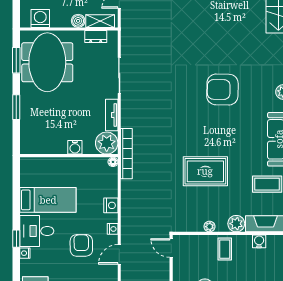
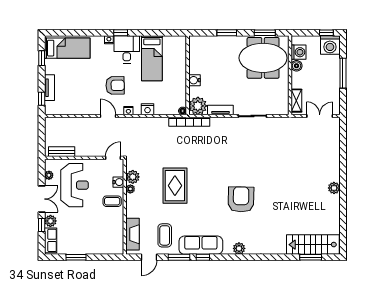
boiler: (78, 21) -> (297, 66), moved
dresser: (96, 36) -> (284, 97), removed
plant: (236, 224) -> (133, 177), moved
water cooler: (259, 241) -> (118, 182), moved

